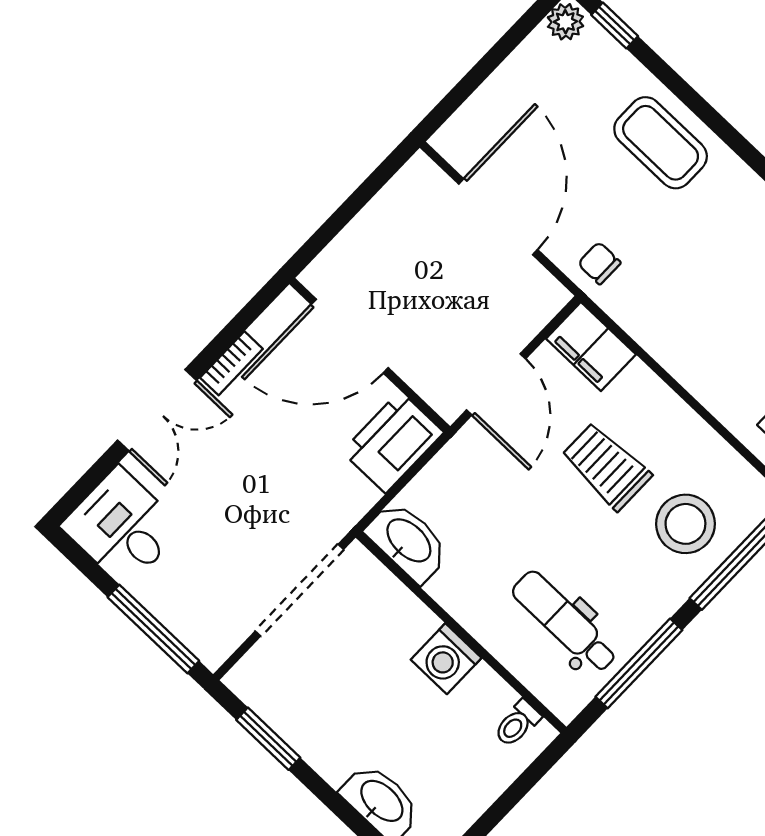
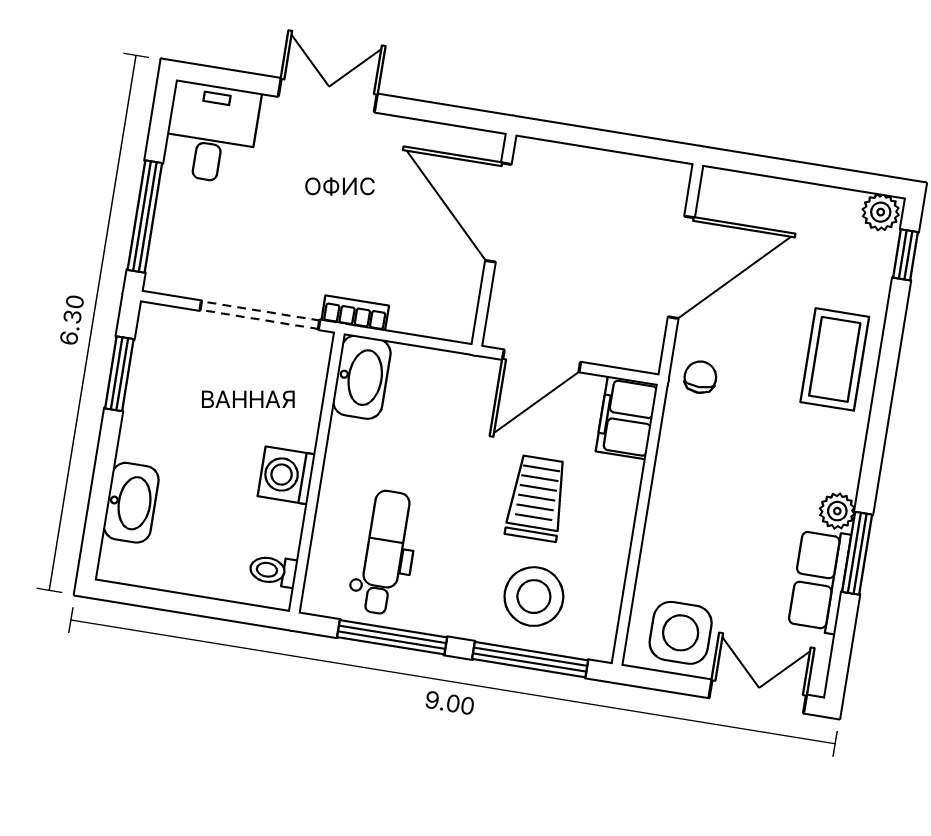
bookcase: (231, 363) -> (355, 313), moved, turned 180
double door: (157, 410) -> (328, 95), swing flipped
printer: (393, 442) -> (435, 308), removed

